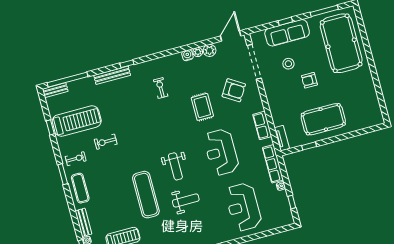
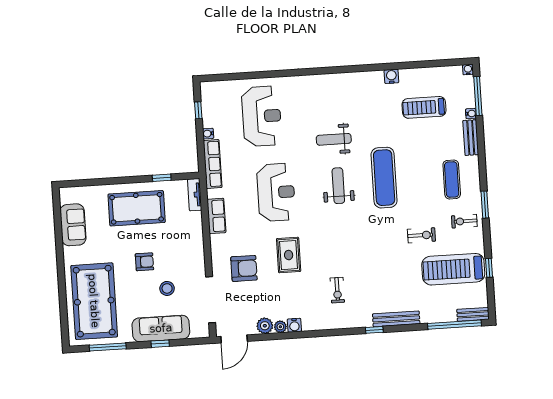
armchair: (234, 90) -> (244, 268), turned 148
sofa: (369, 97) -> (73, 225), added
exercise mat: (80, 188) -> (452, 179), moved
exercise mat: (146, 195) -> (384, 178), moved

